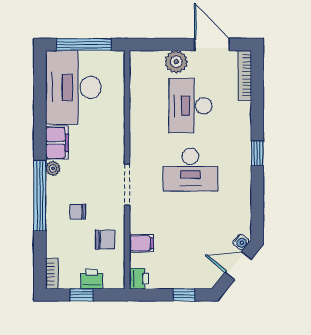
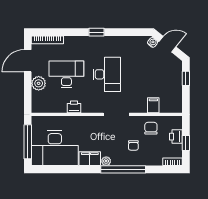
desk: (190, 106) -> (66, 74), turned 180
door: (238, 266) -> (167, 44), swing flipped
printer: (139, 279) -> (74, 107), moved

